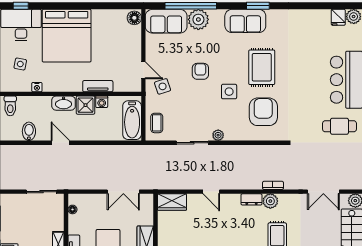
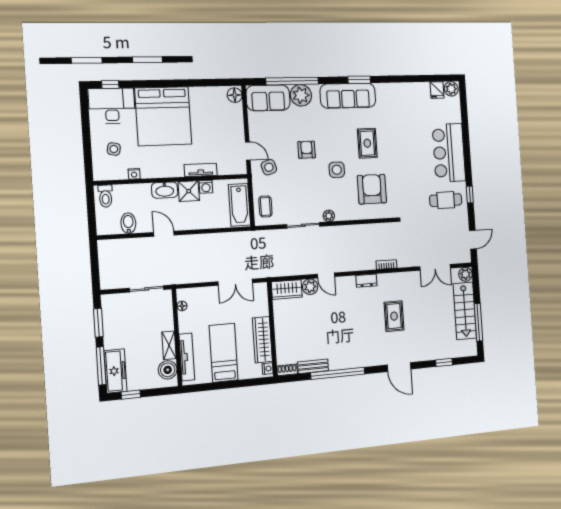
sofa: (245, 21) -> (348, 96), width x1.36
rug: (262, 67) -> (367, 143), width x0.73, depth x0.70
plant: (270, 201) -> (310, 287), moved

